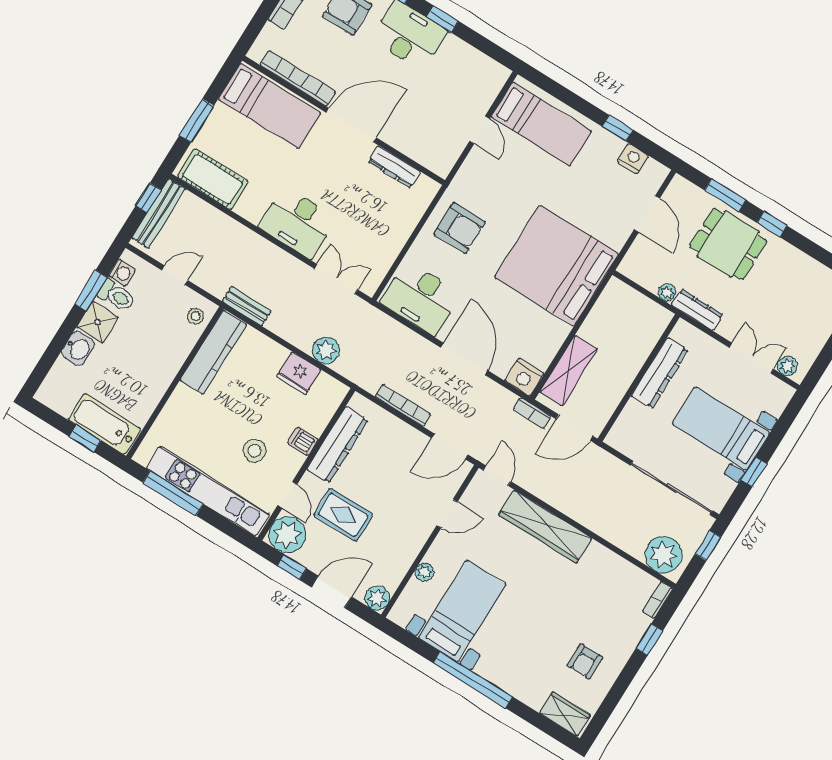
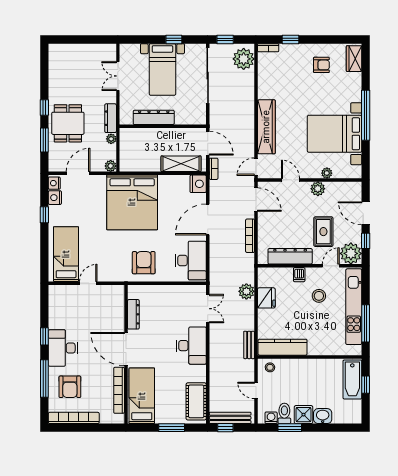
nightstand: (654, 171) -> (54, 183), added
double door: (336, 279) -> (208, 309), swing flipped
plant: (787, 366) -> (111, 166), moved
plant: (377, 598) -> (318, 189), moved
bed with nightstands: (462, 611) -> (335, 134), width x1.36

